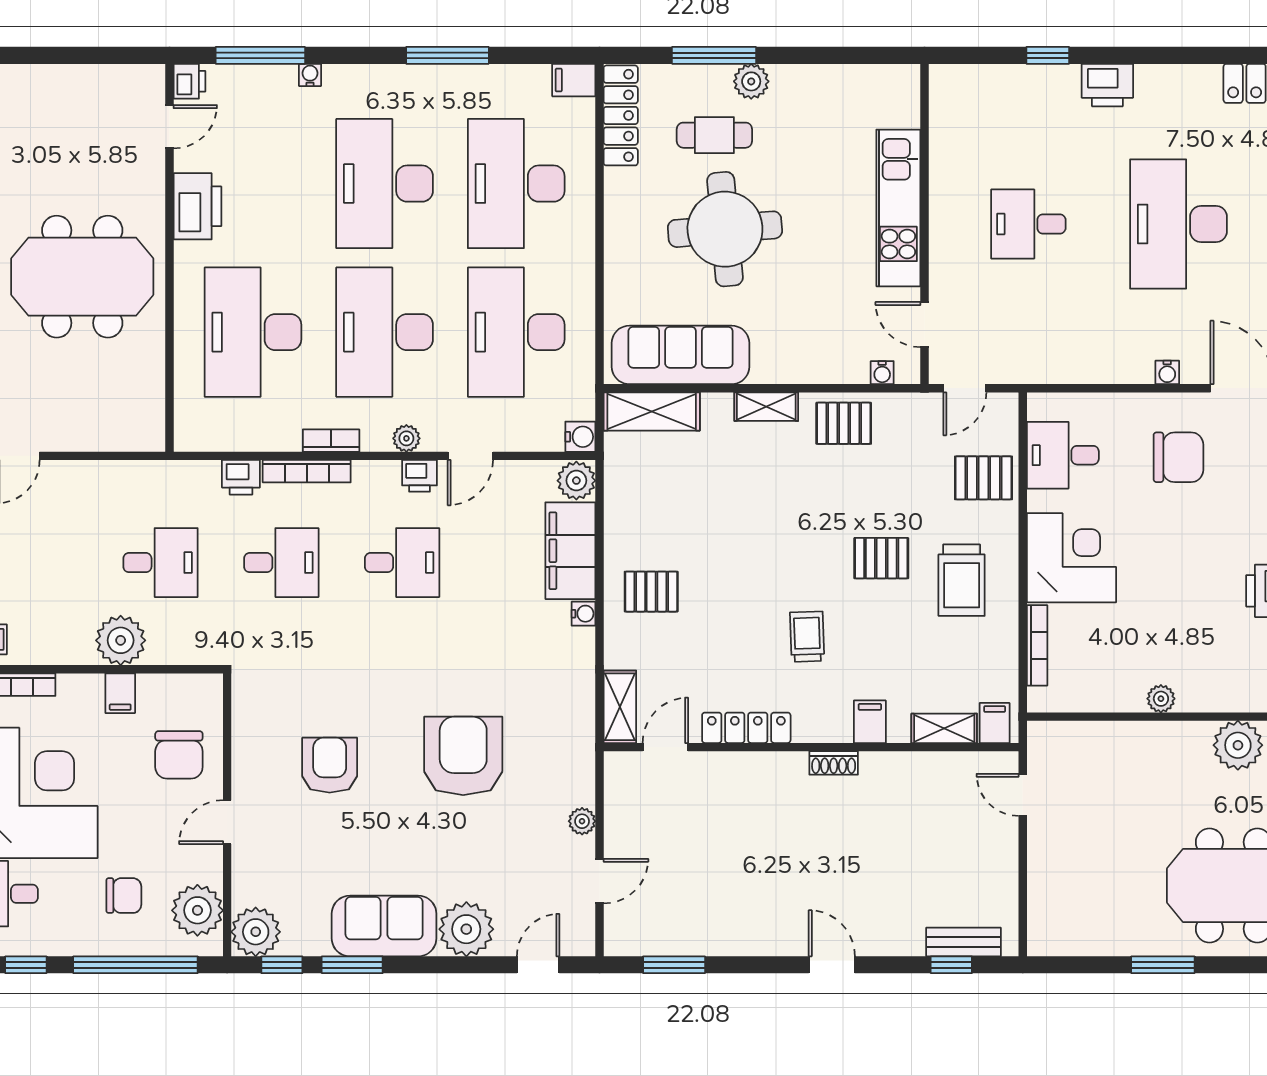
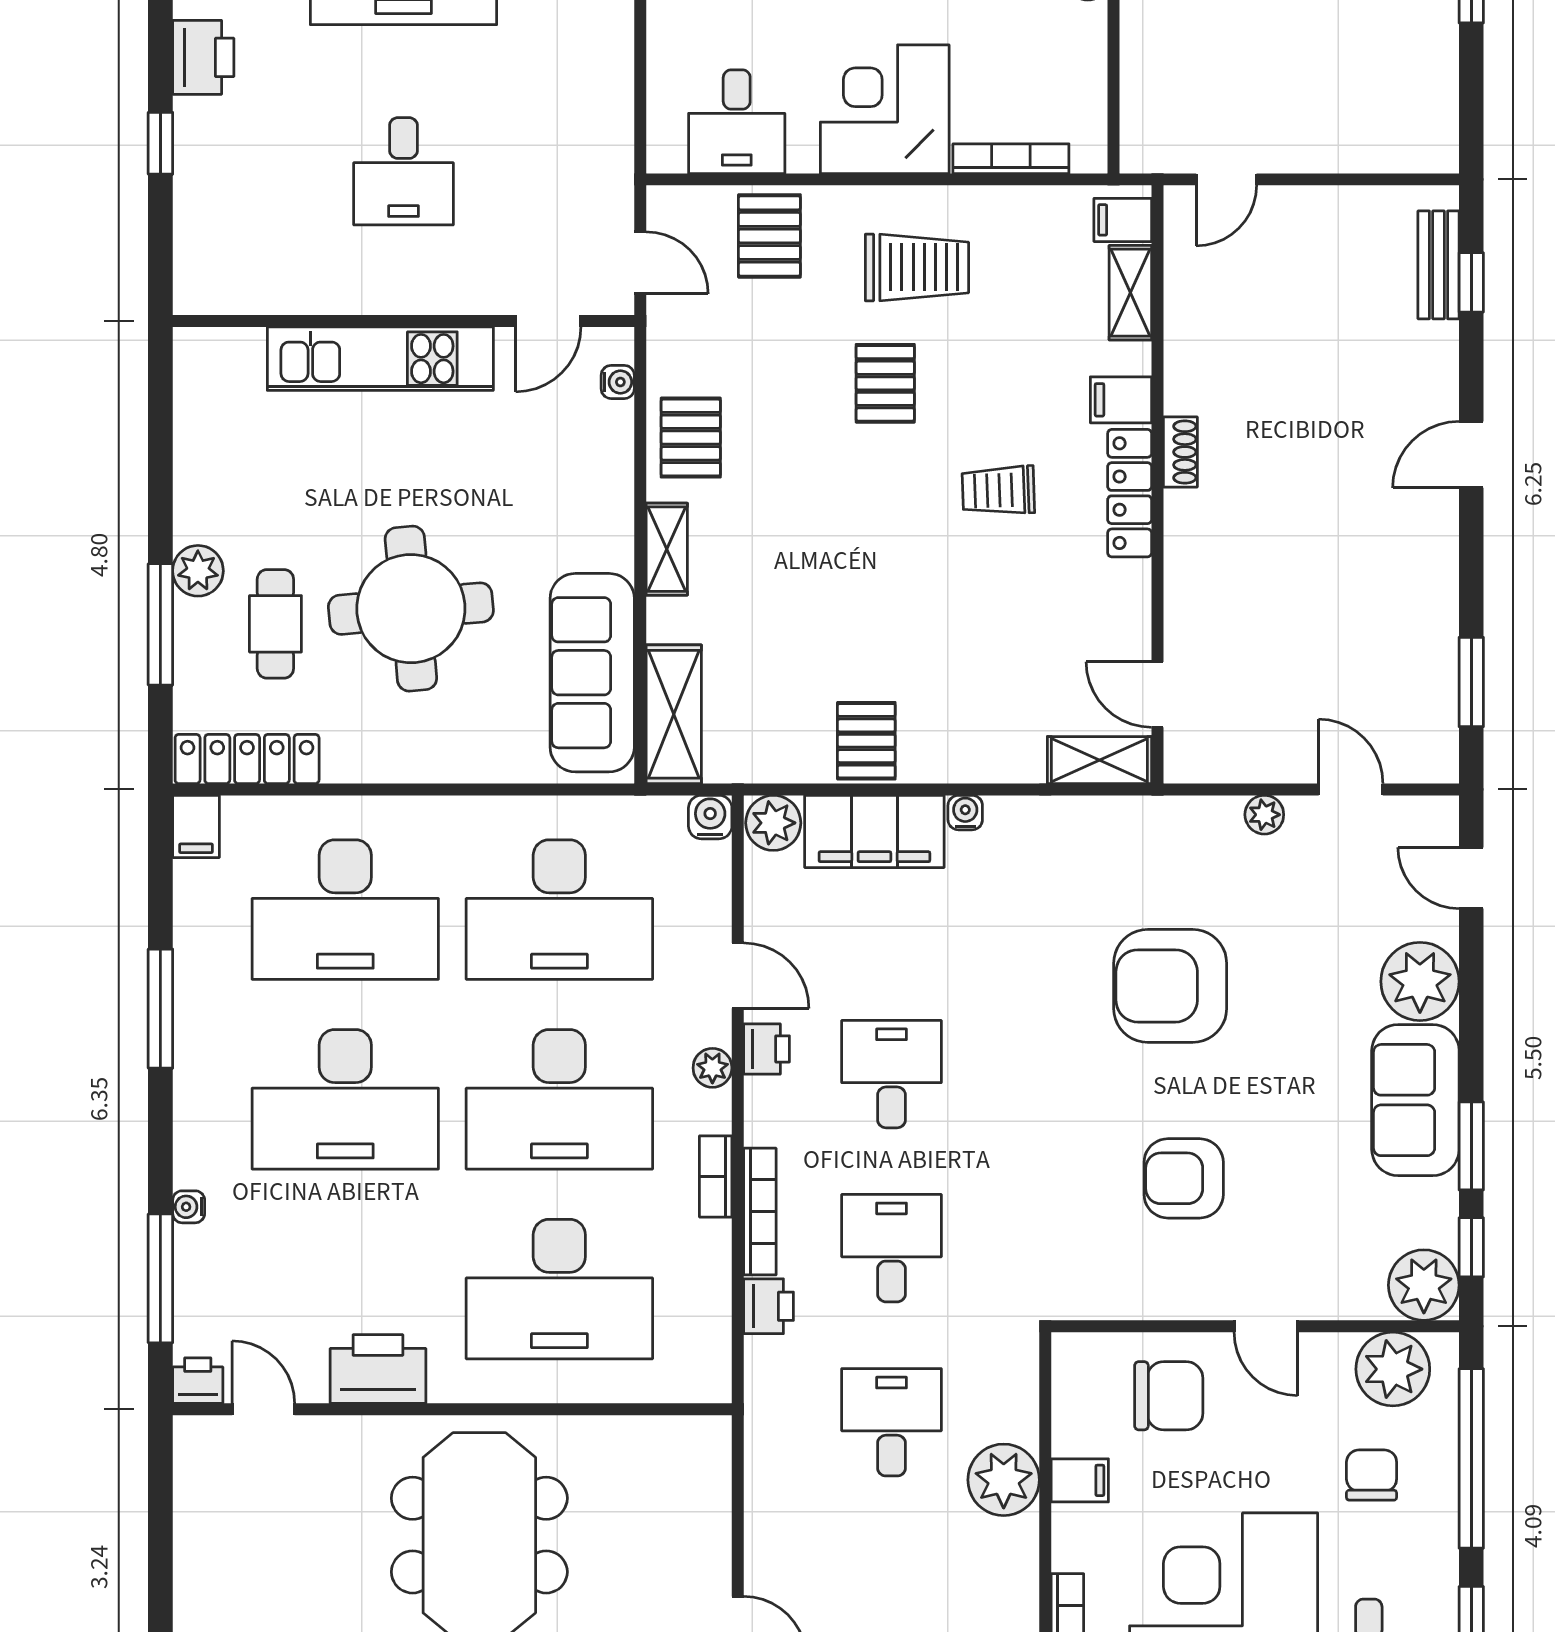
pallet: (651, 592) -> (866, 741), moved
locker: (746, 728) -> (1130, 493), moved

